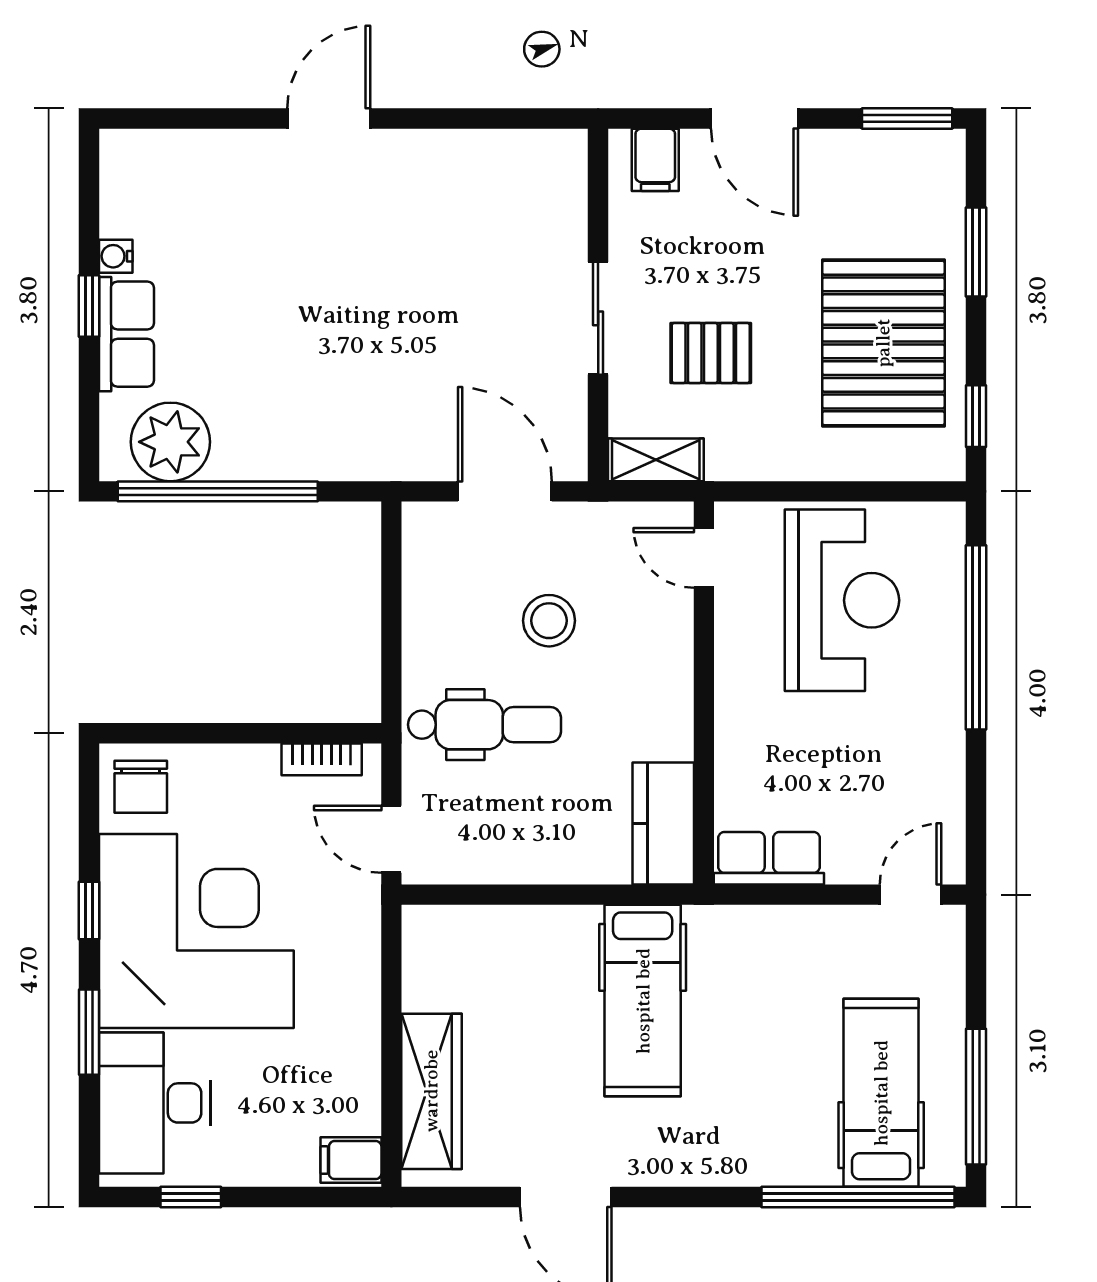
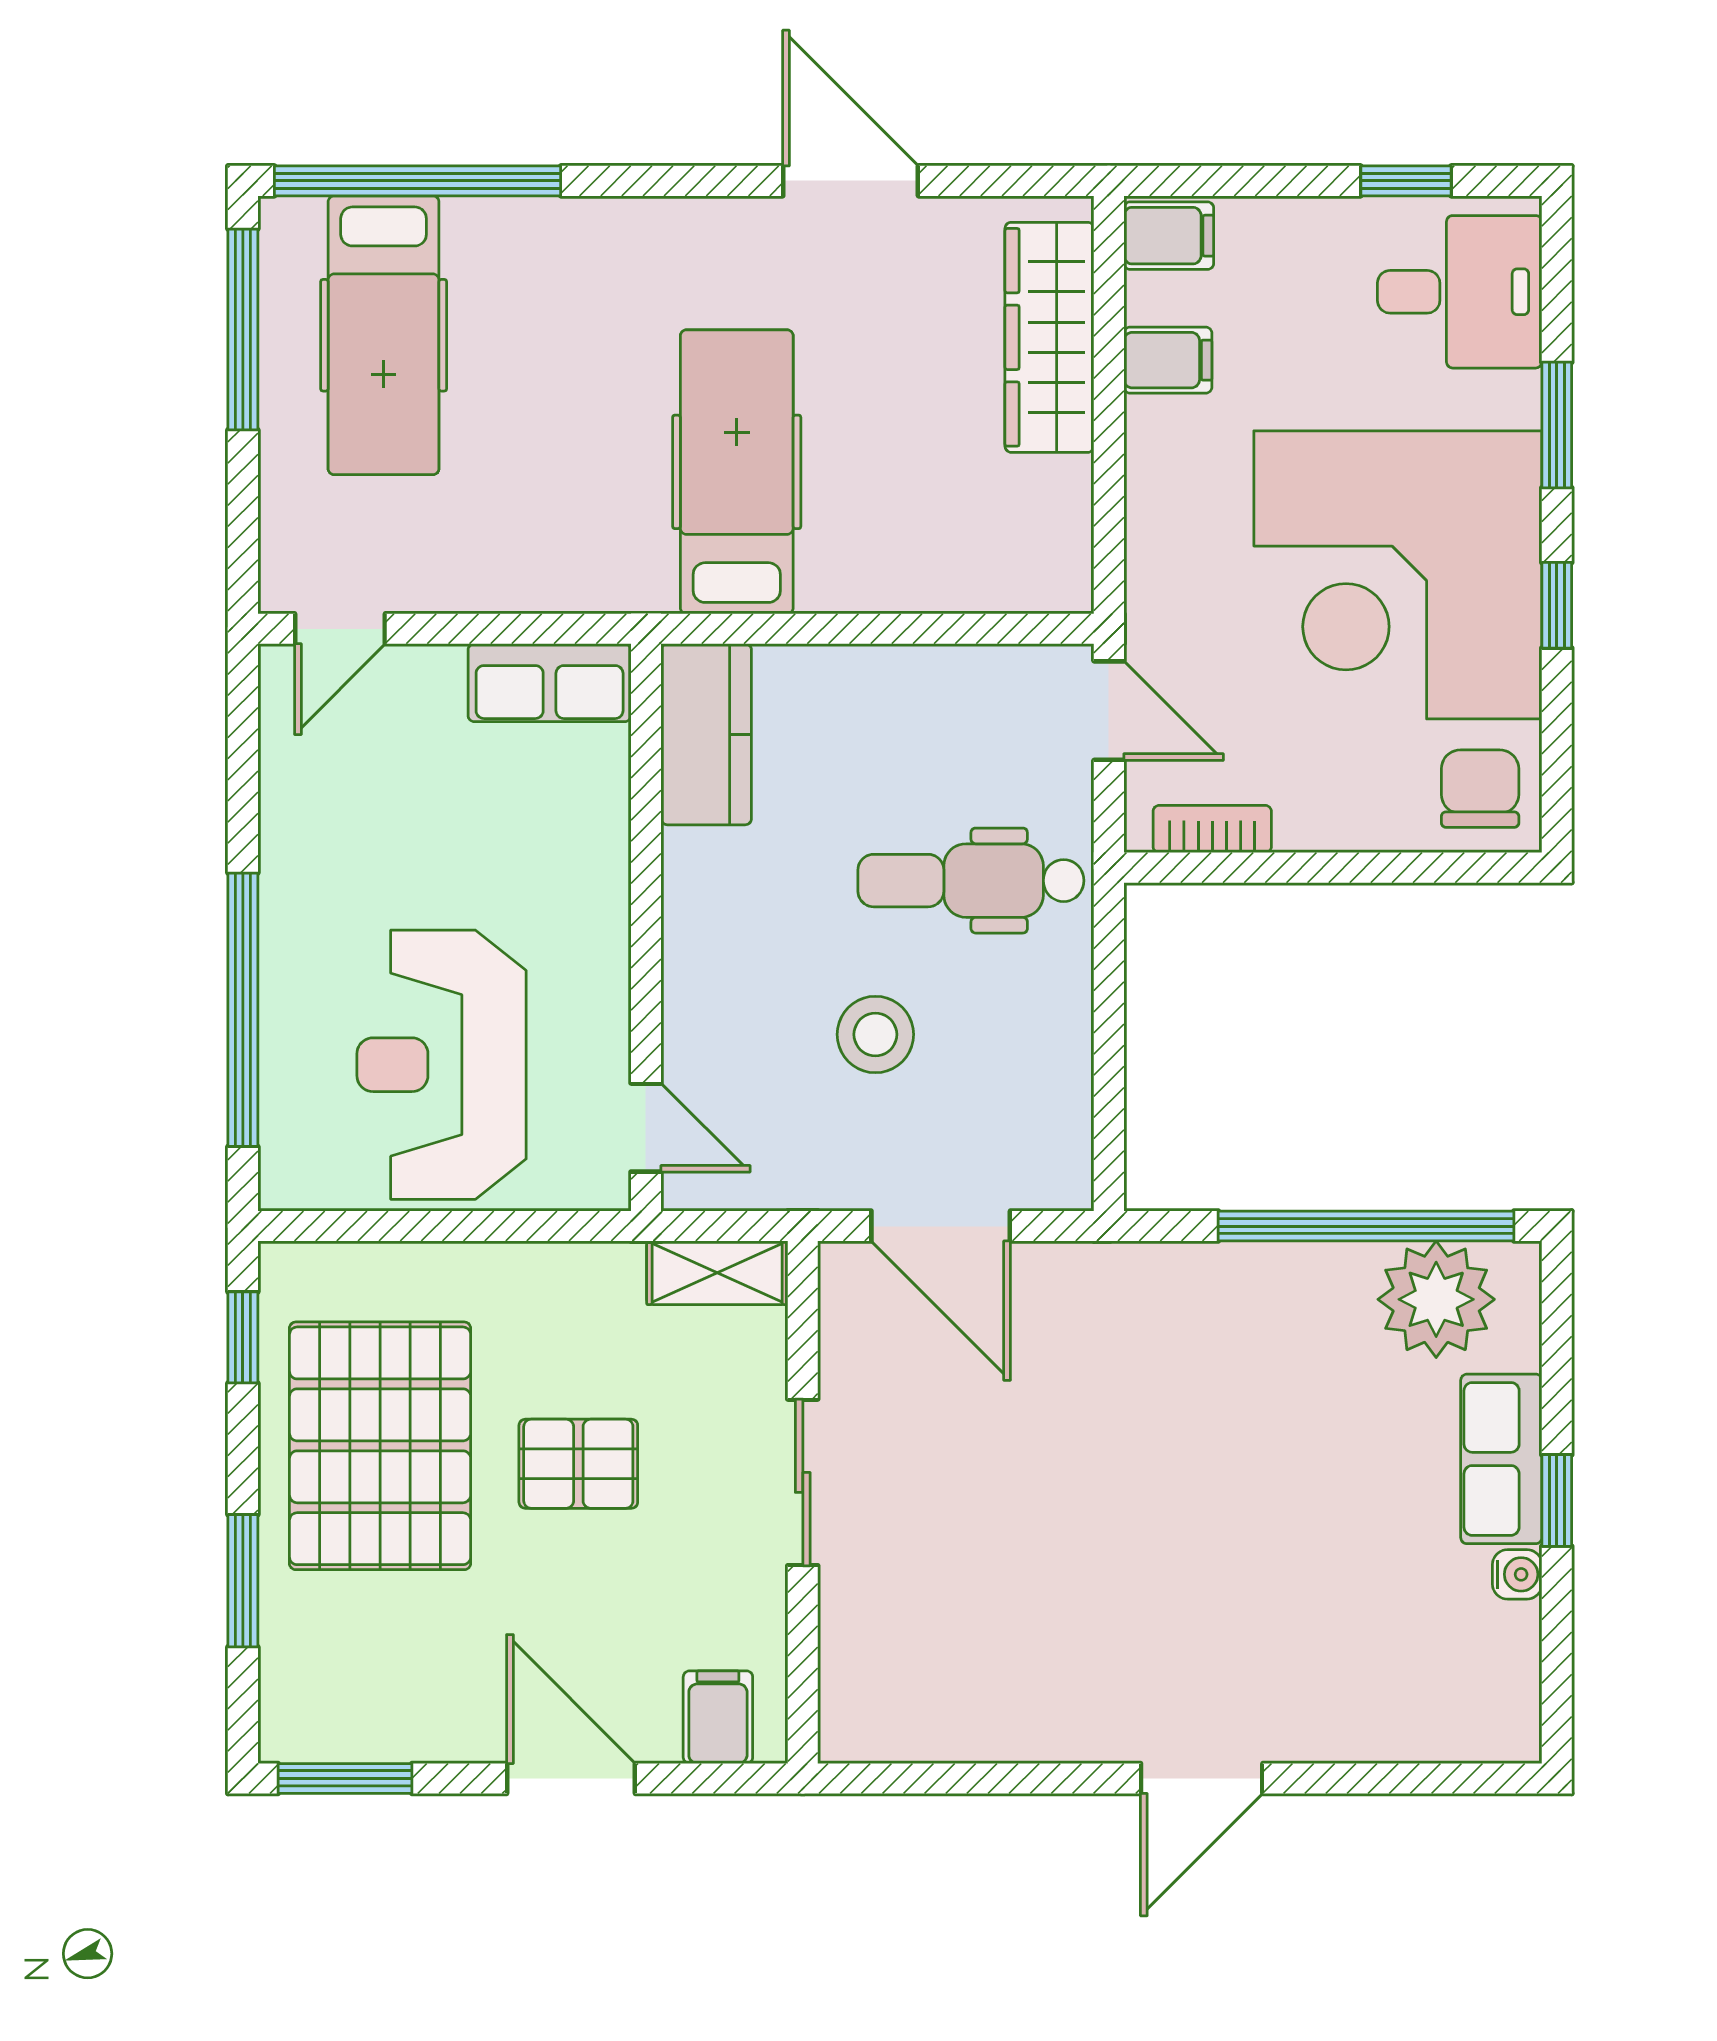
pallet: (711, 353) -> (578, 1464), moved
filing cabinet: (352, 1076) -> (1168, 360), added
desk: (155, 1103) -> (1460, 292), width x0.73

